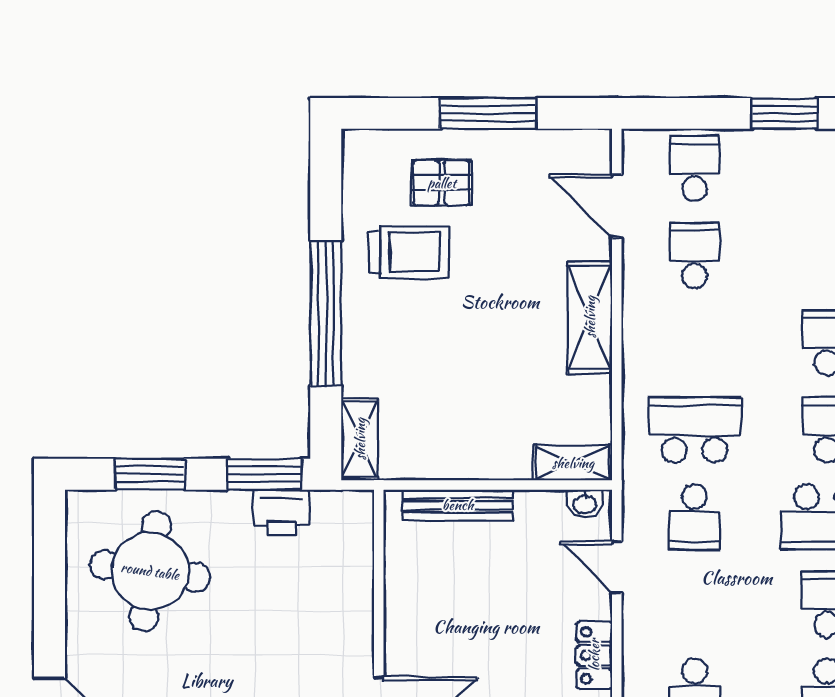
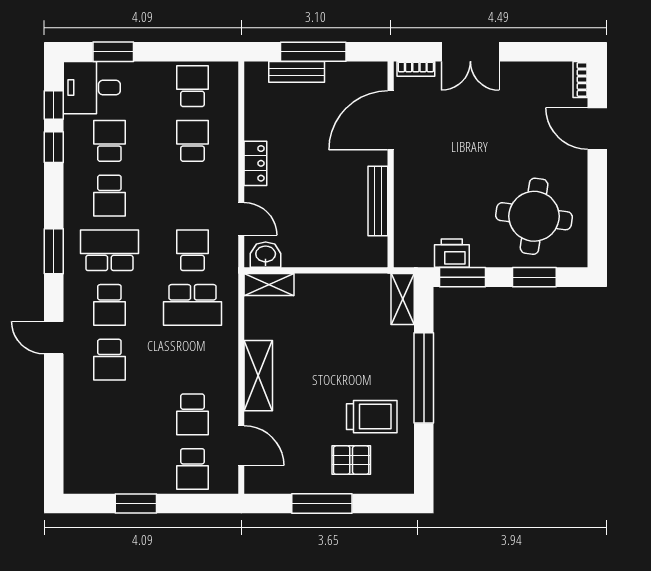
trolley: (409, 252) -> (372, 417), turned 180
washbasin: (585, 504) -> (266, 255), width x1.38, depth x1.45
bench: (458, 505) -> (378, 201), moved, turned 90

